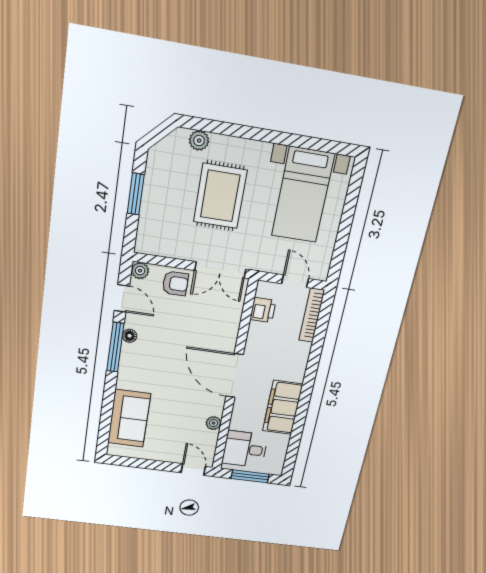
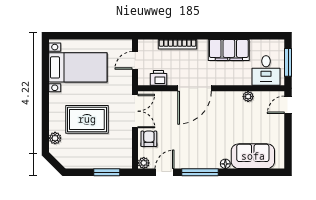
window: (136, 194) -> (107, 172), moved
bookcase: (312, 315) -> (178, 44), moved
floor lamp: (130, 336) -> (225, 164), moved
door: (235, 376) -> (195, 88), moved

